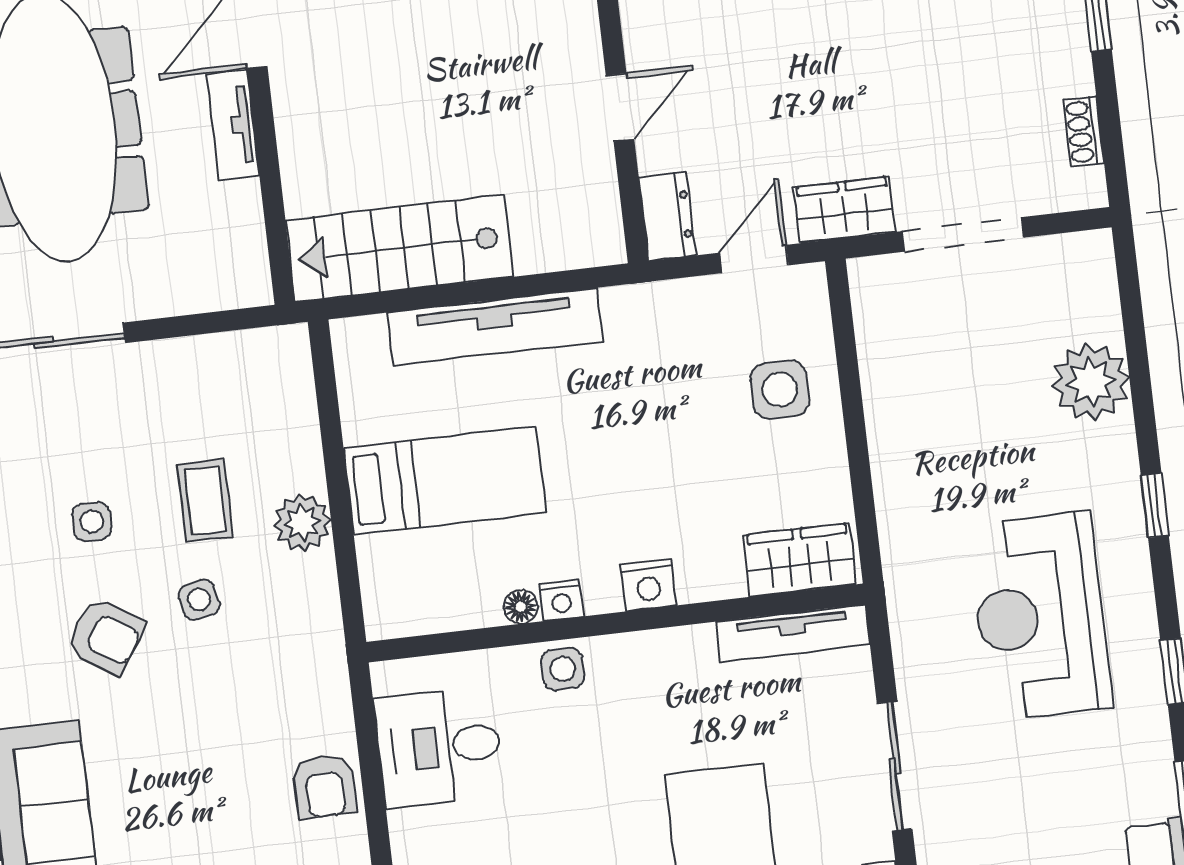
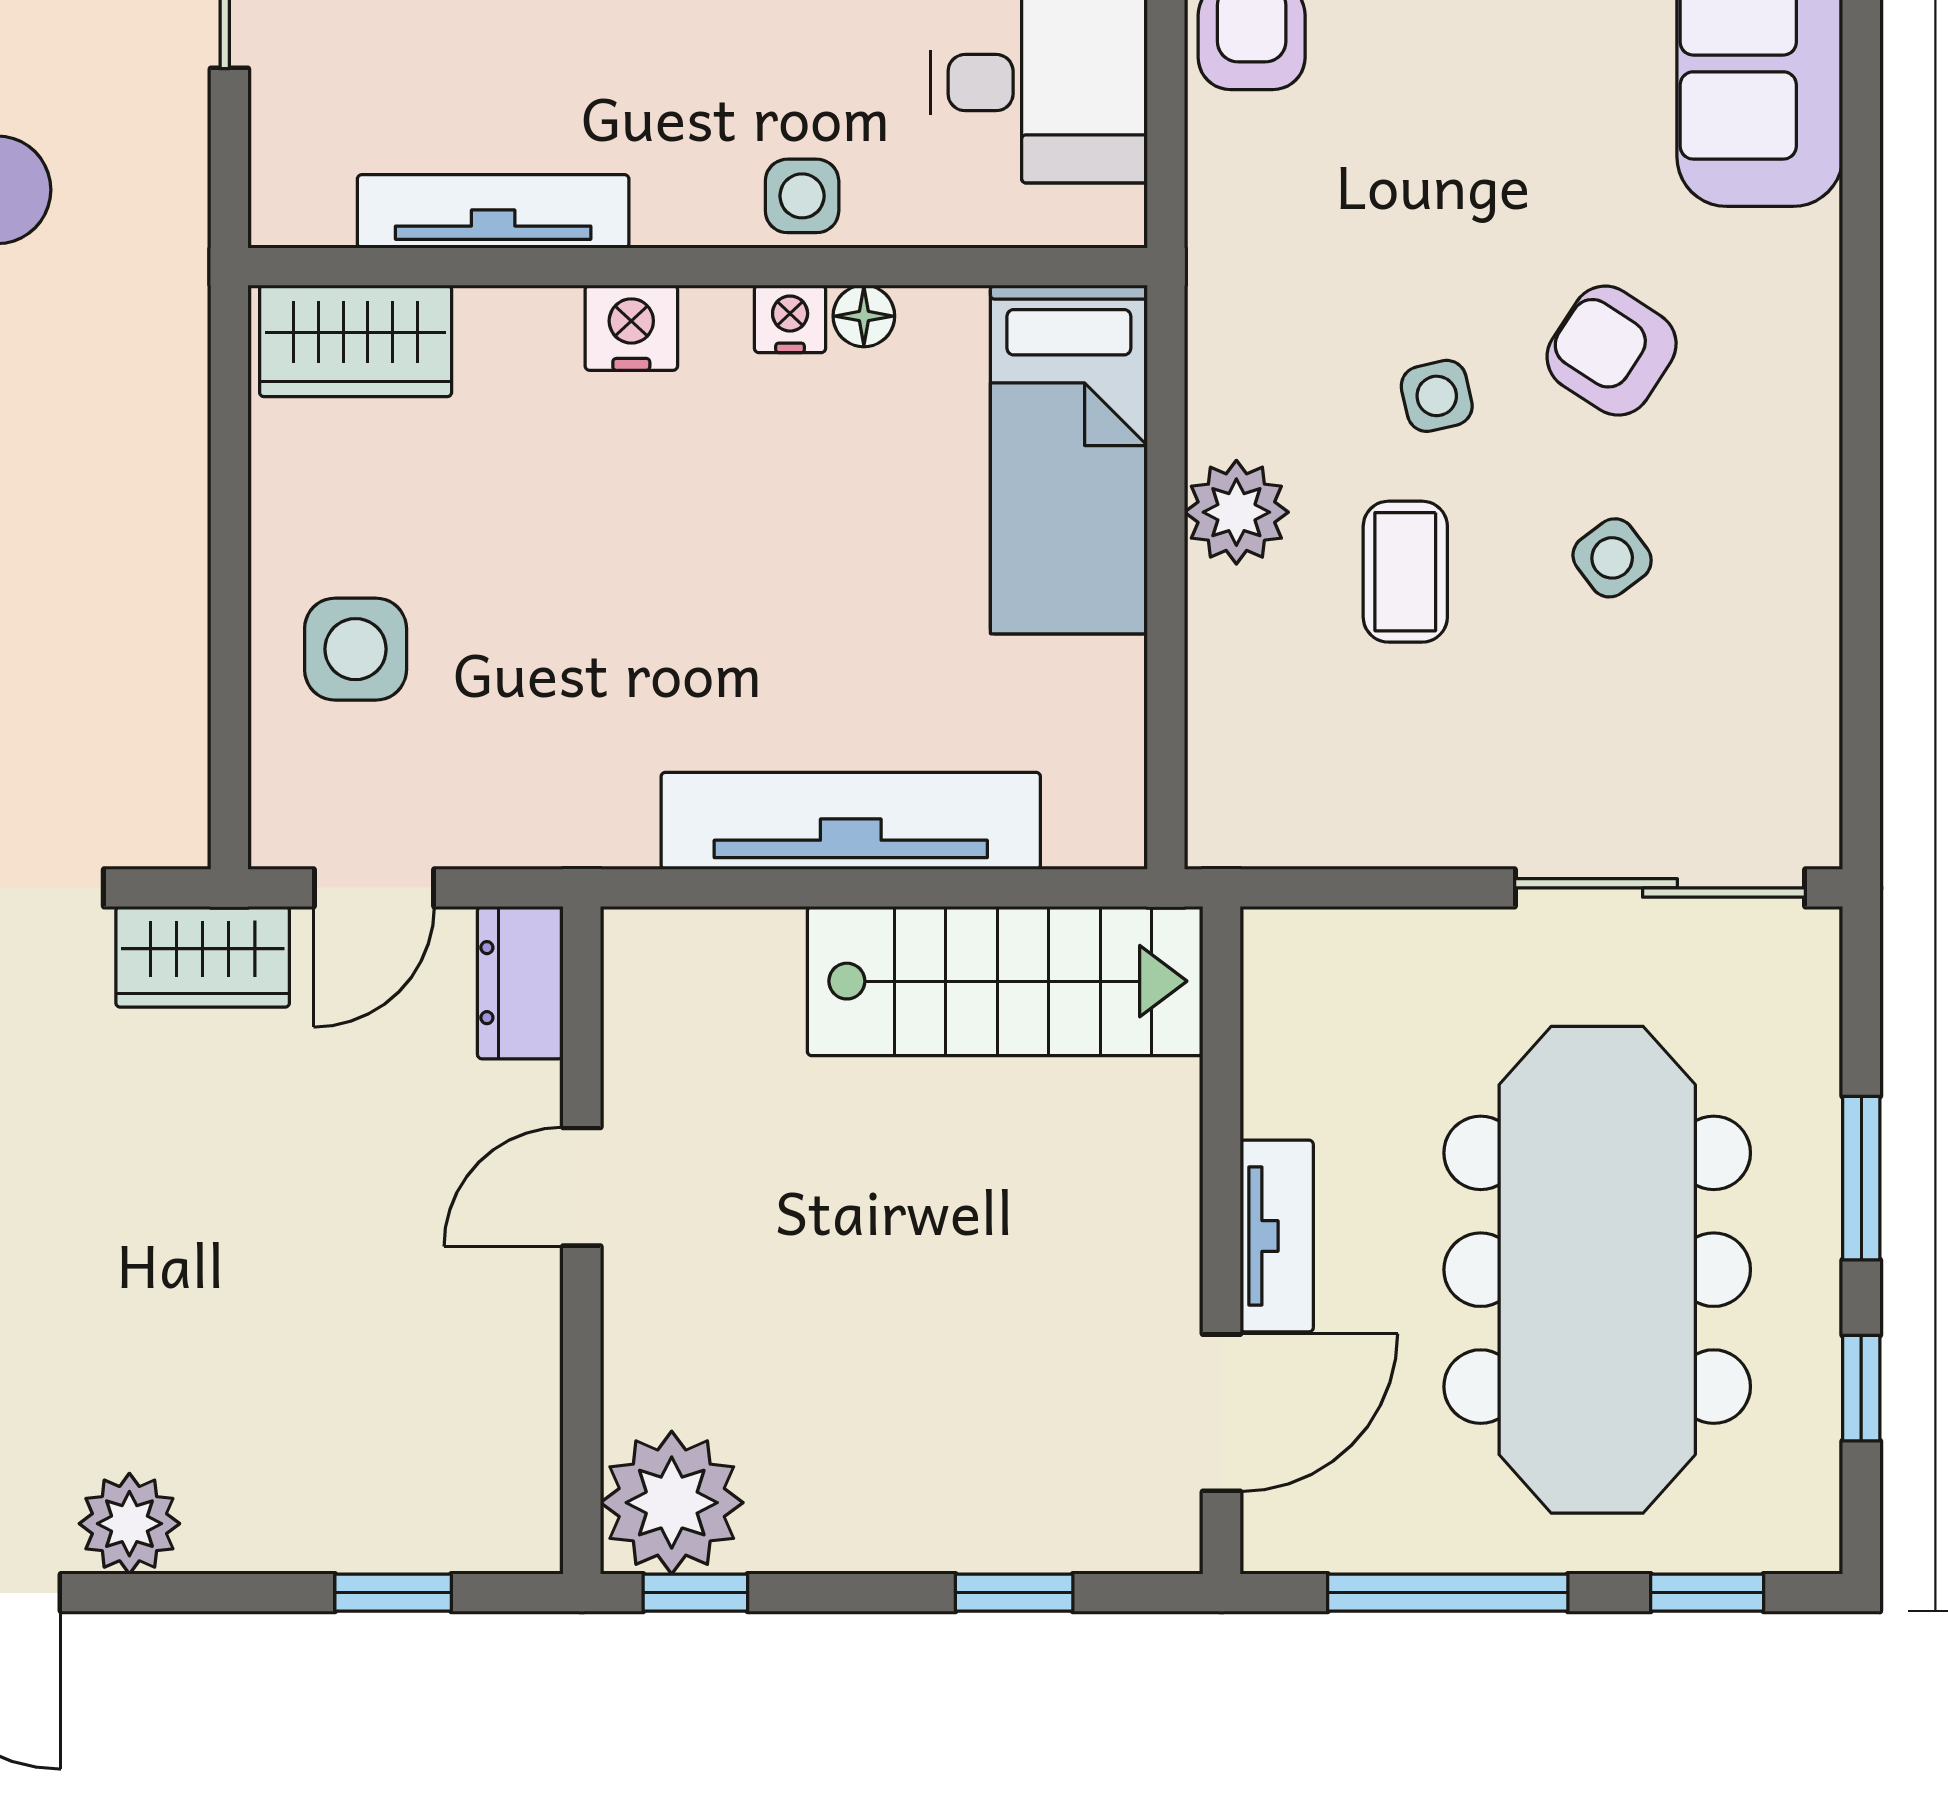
bed: (445, 480) -> (1069, 459), moved, turned -90
side table: (92, 522) -> (1612, 558), turned -37
tv unit: (793, 633) -> (493, 211), moved

